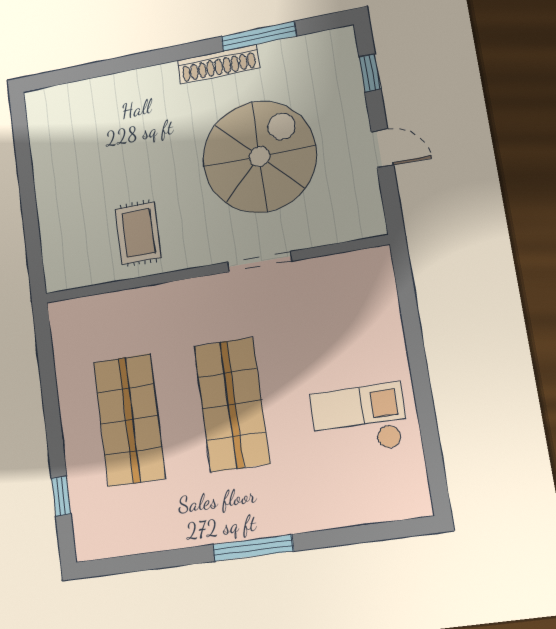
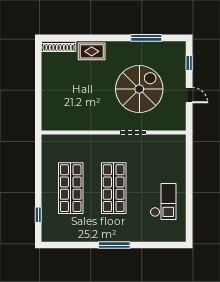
shoe rack: (218, 64) -> (59, 46), moved
rug: (138, 233) -> (92, 51), moved, turned 90
checkout: (359, 420) -> (163, 201), turned 90

